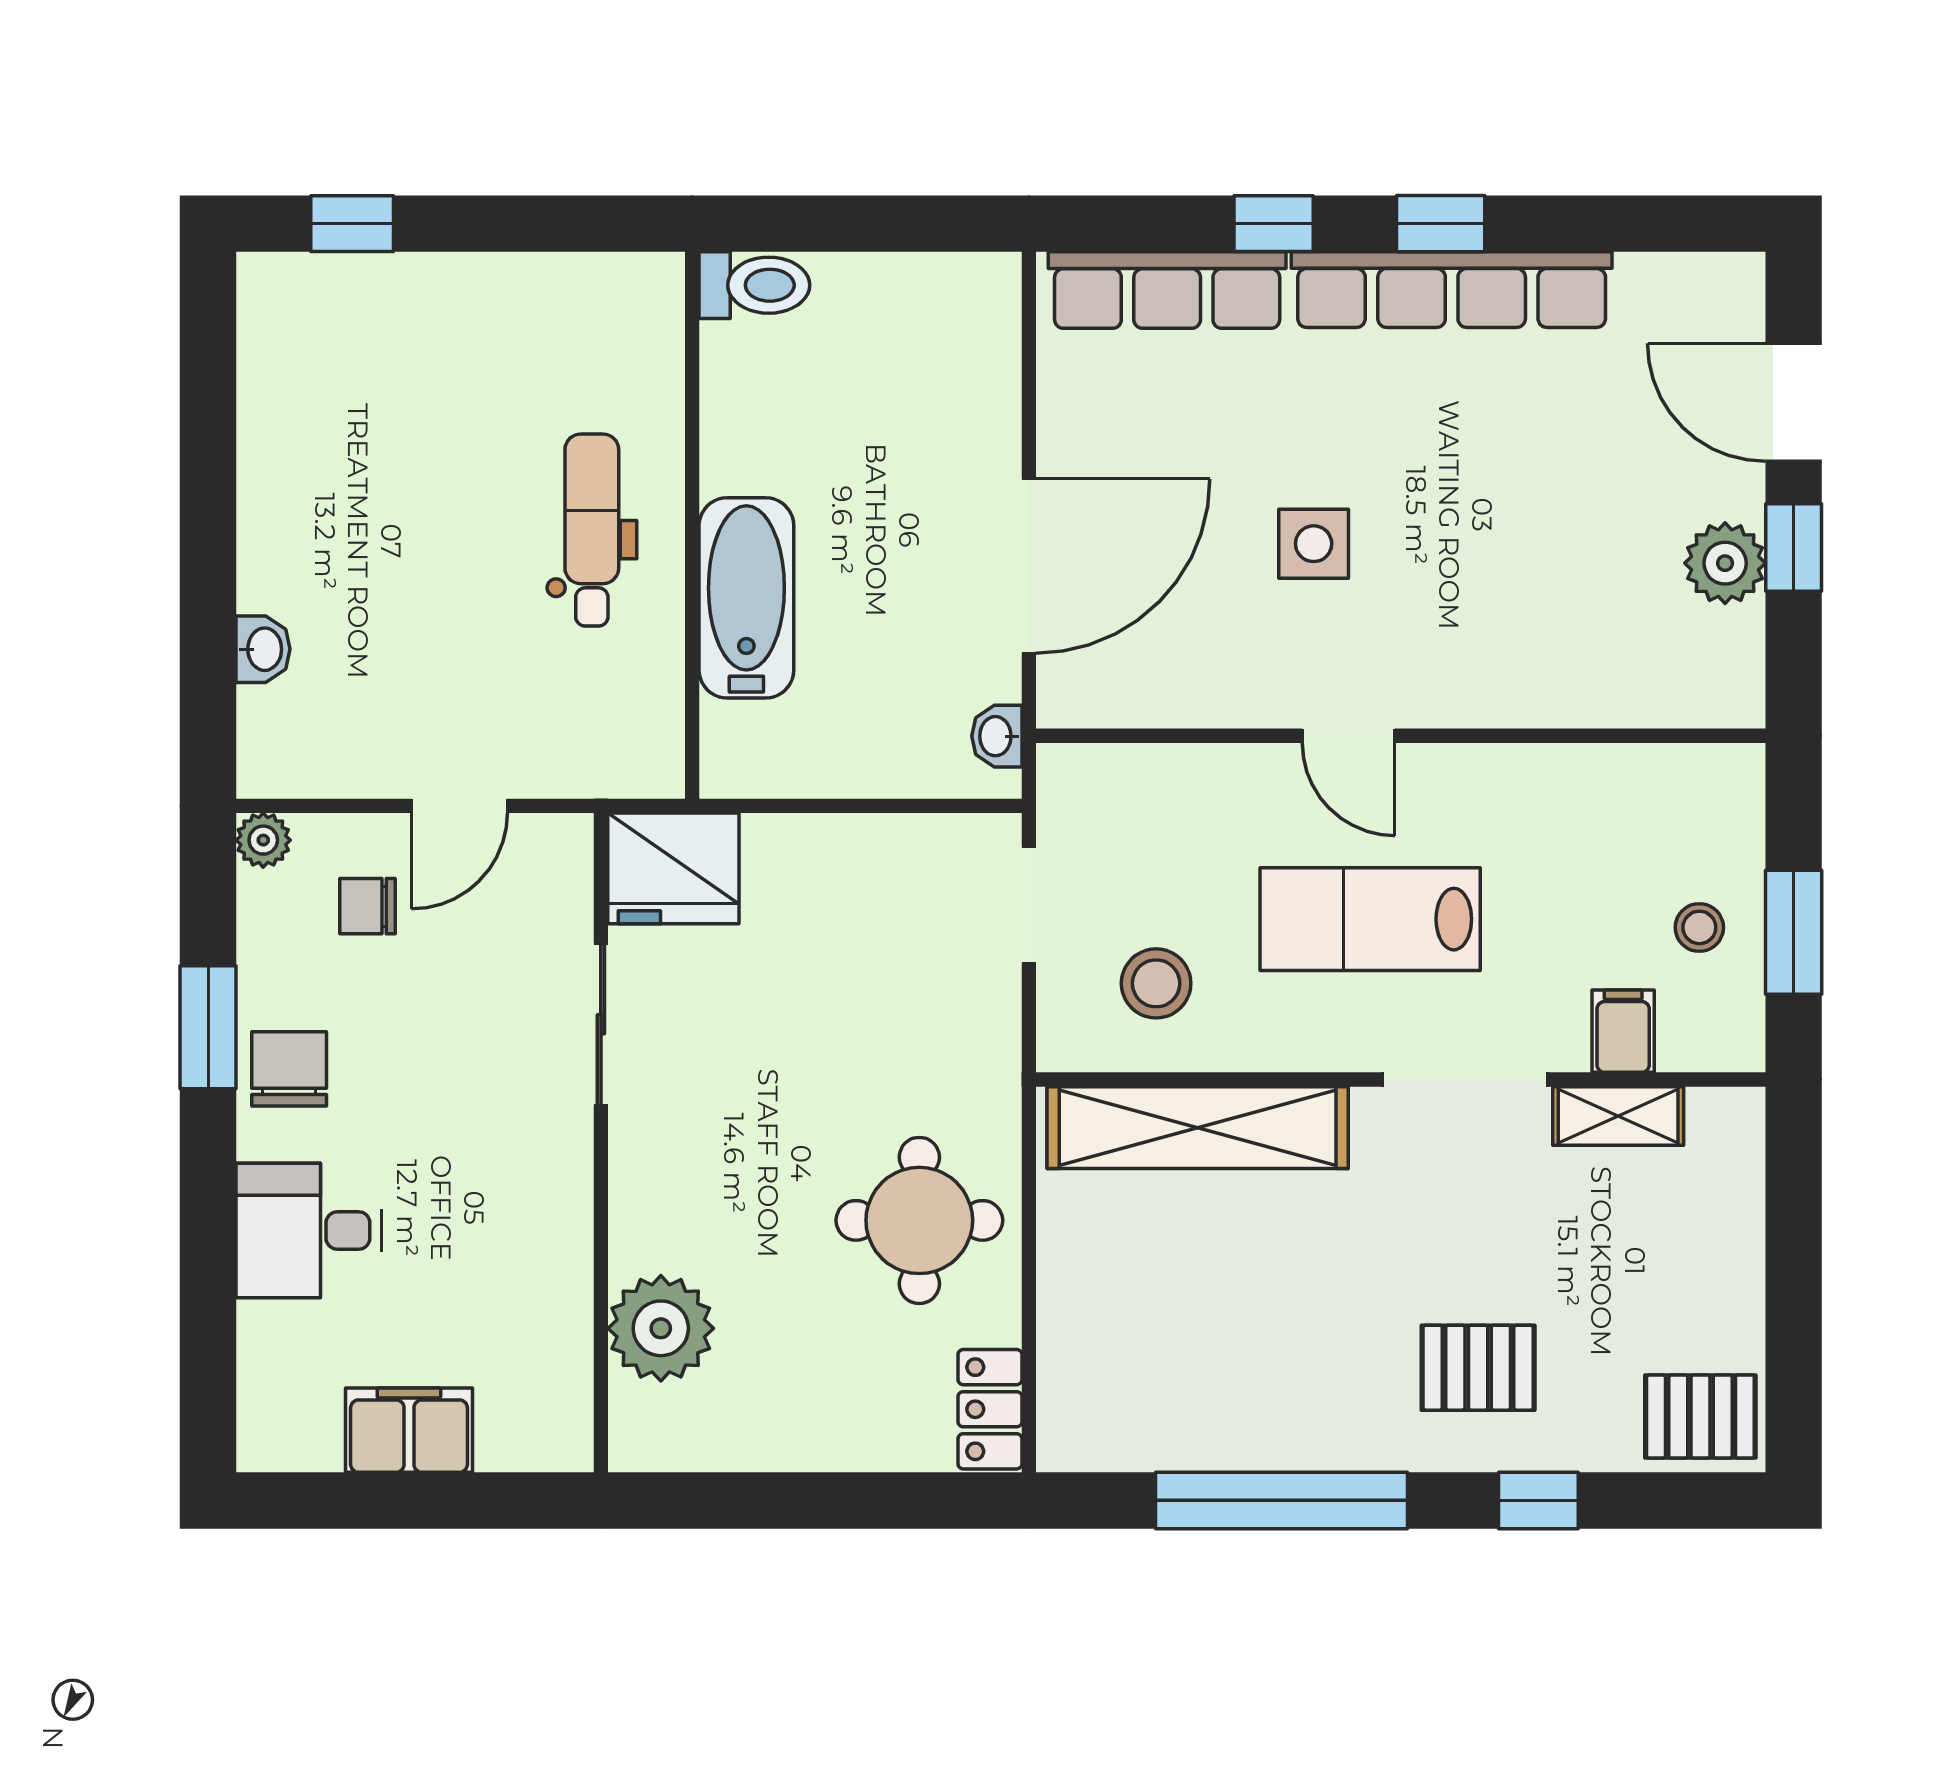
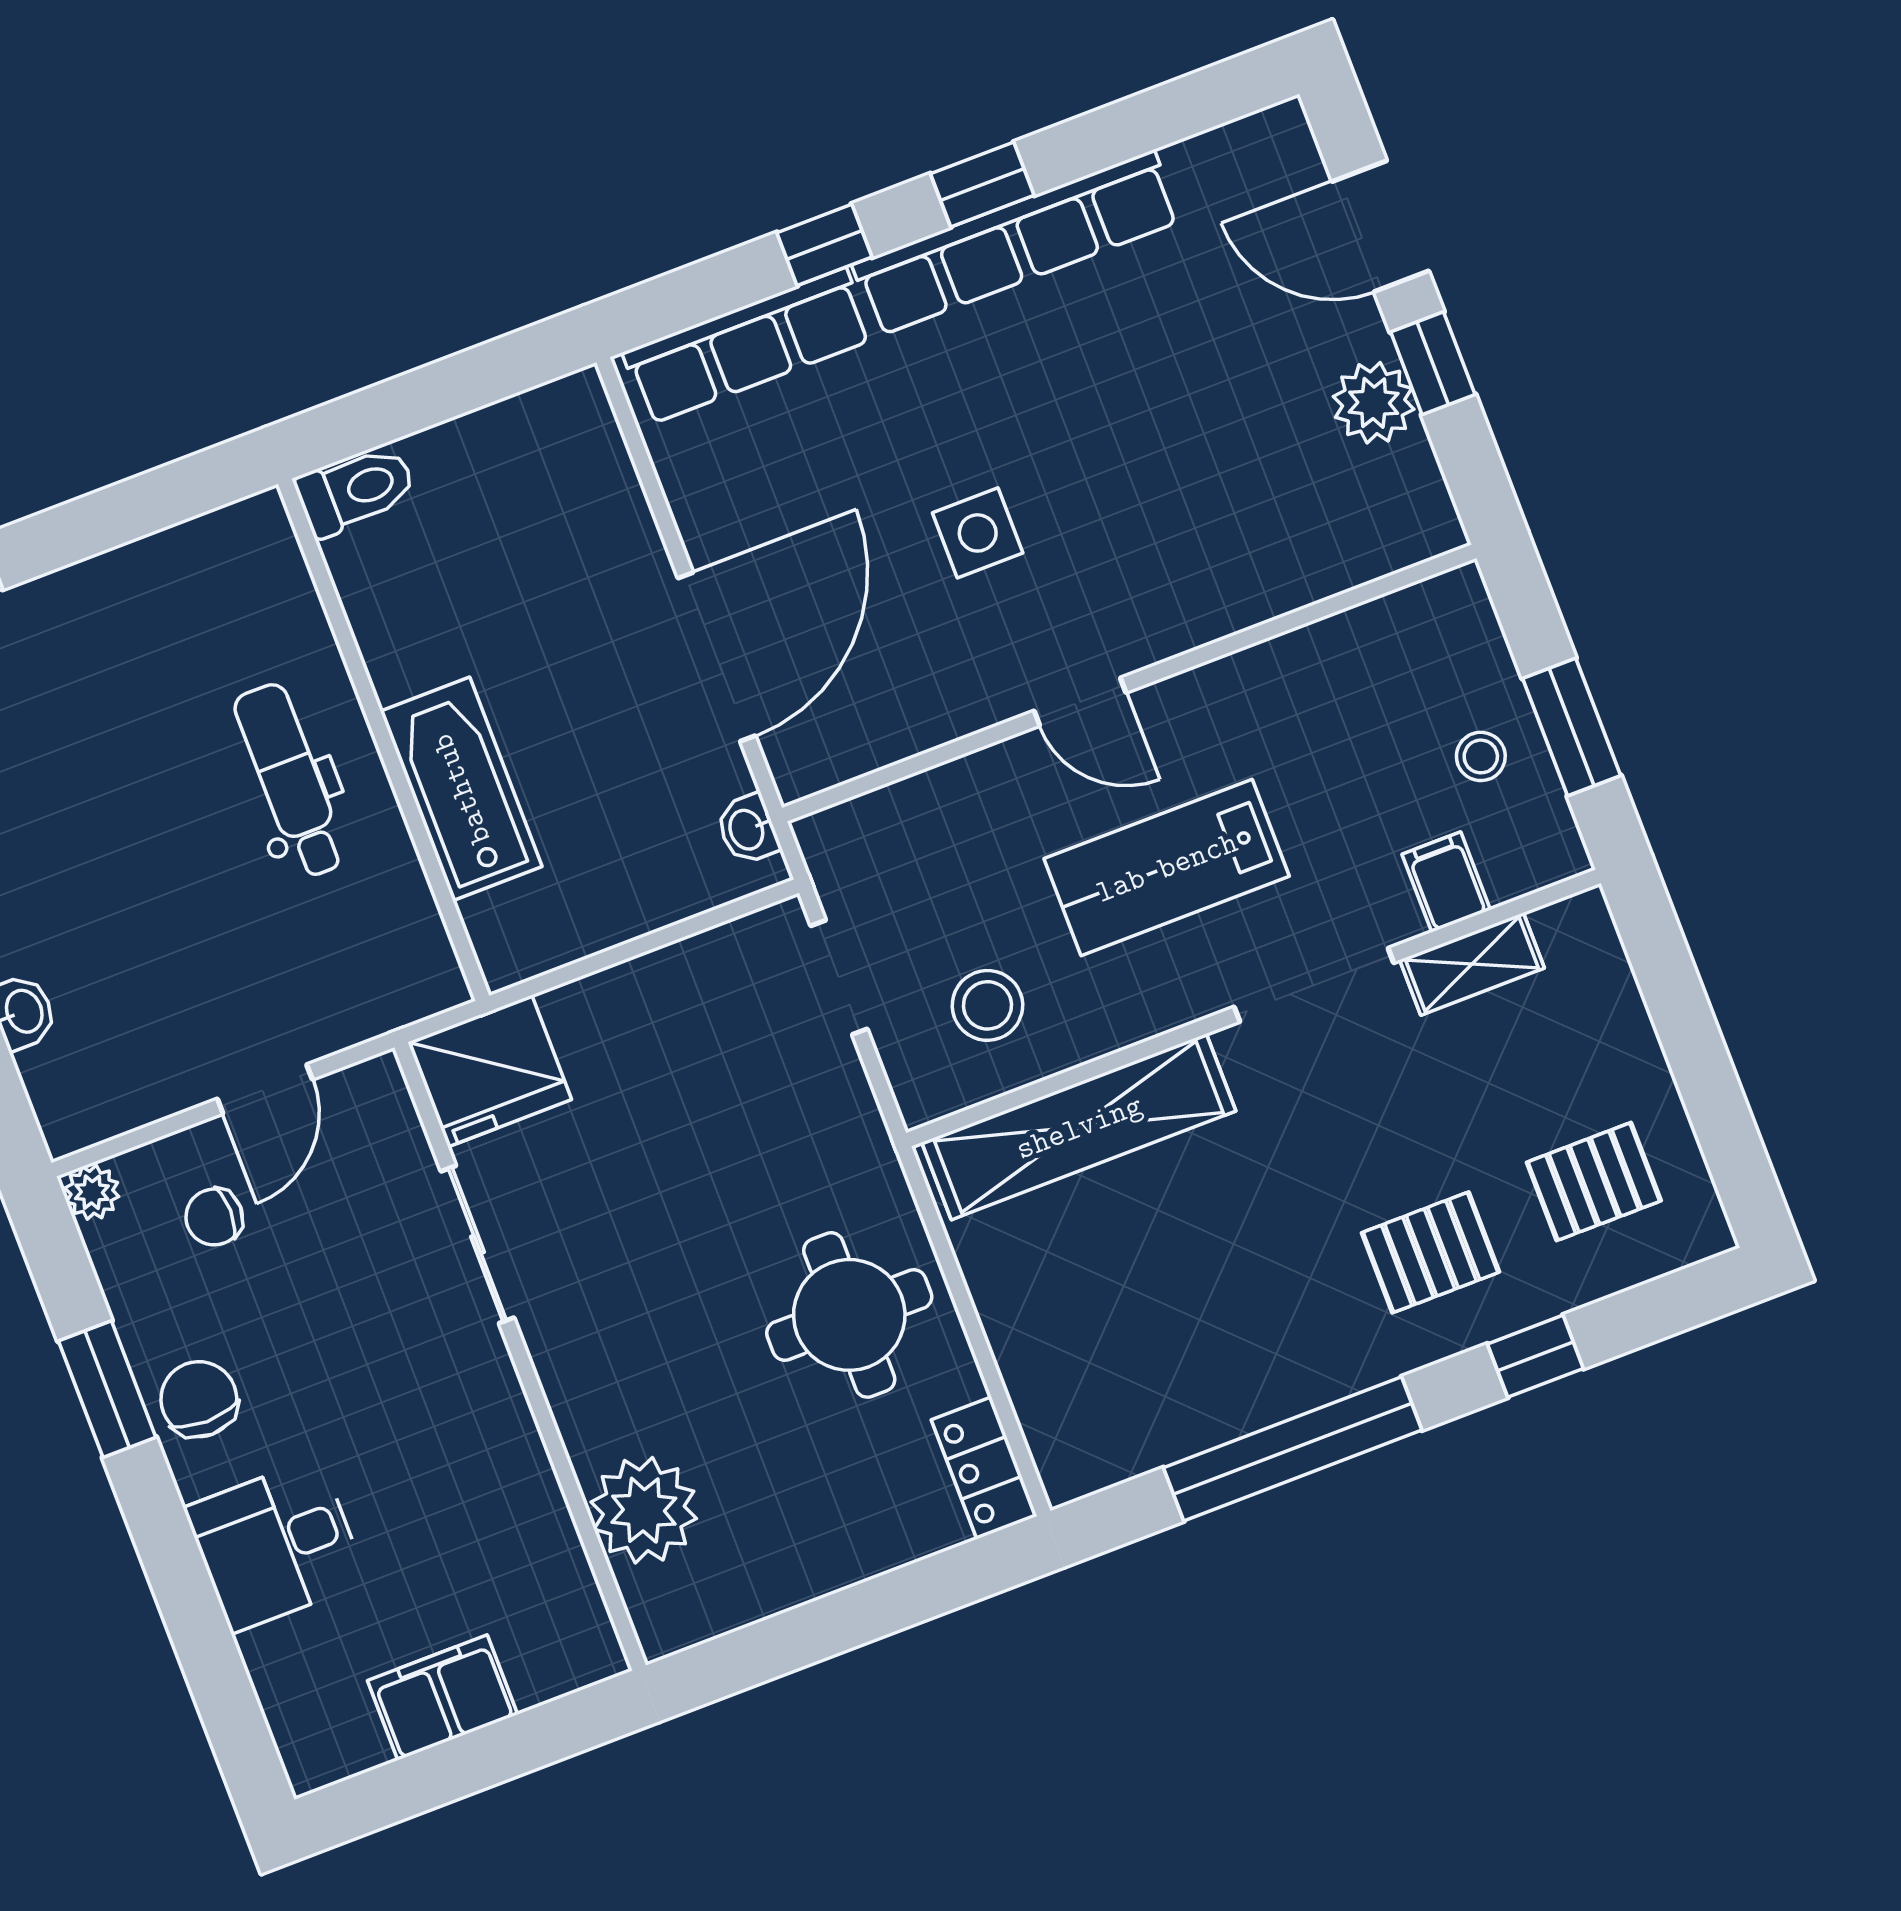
pallet: (1700, 1417) -> (1594, 1182), moved

